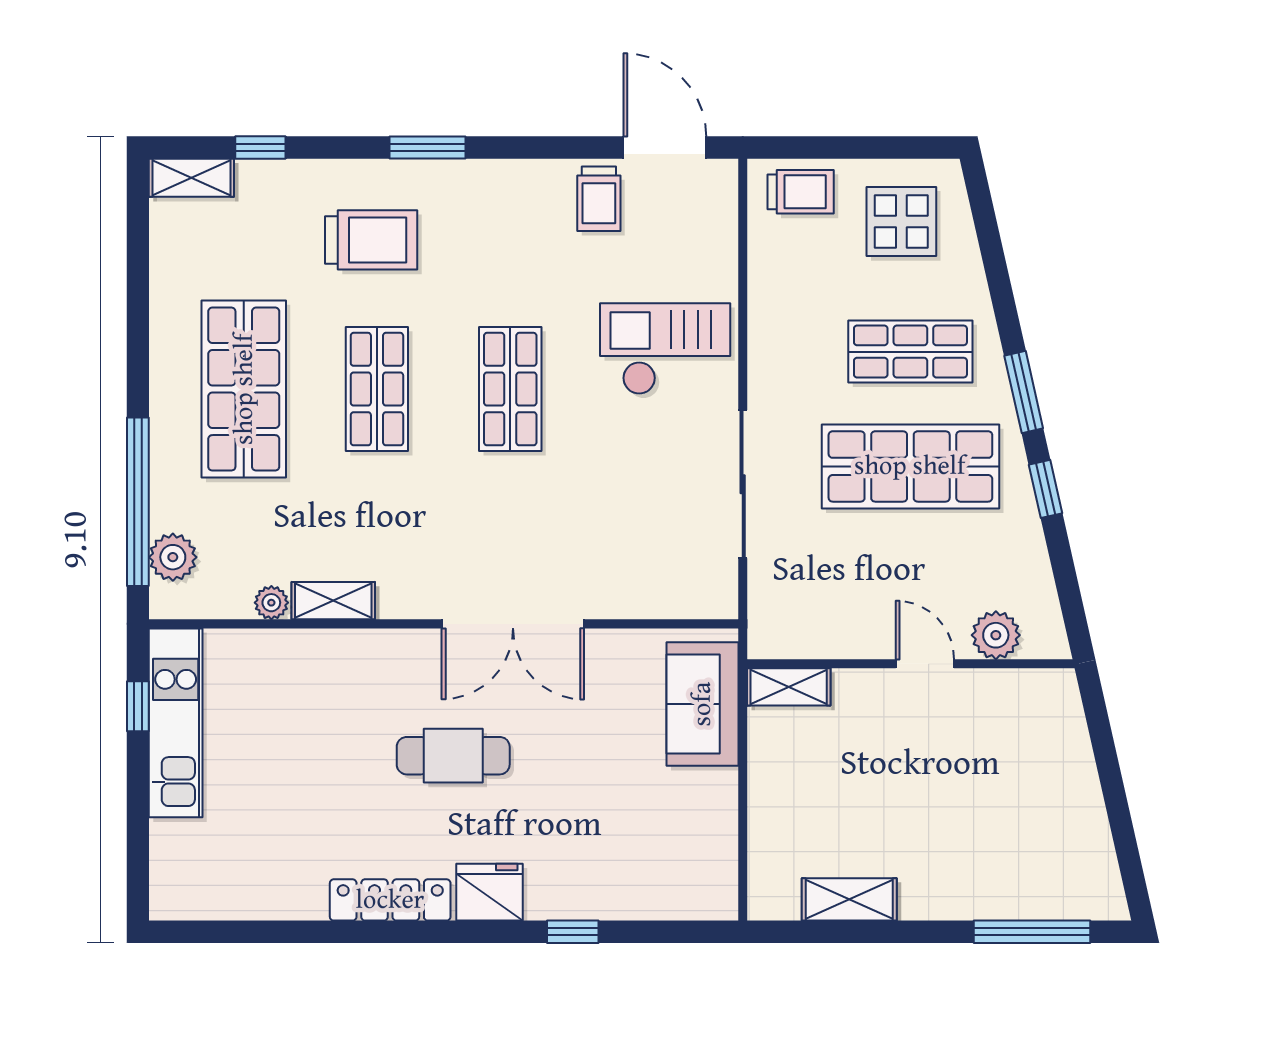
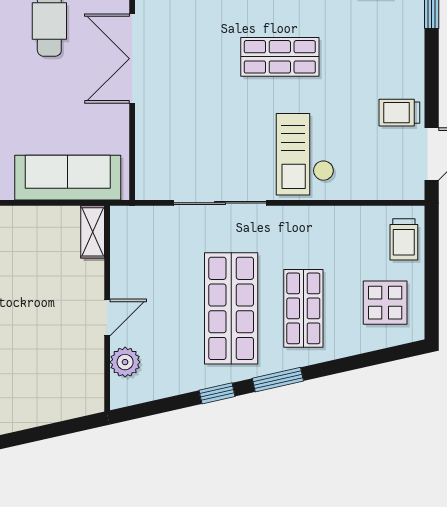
checkout: (665, 349) -> (305, 154), turned 180
sofa: (702, 704) -> (68, 178), width x1.36

